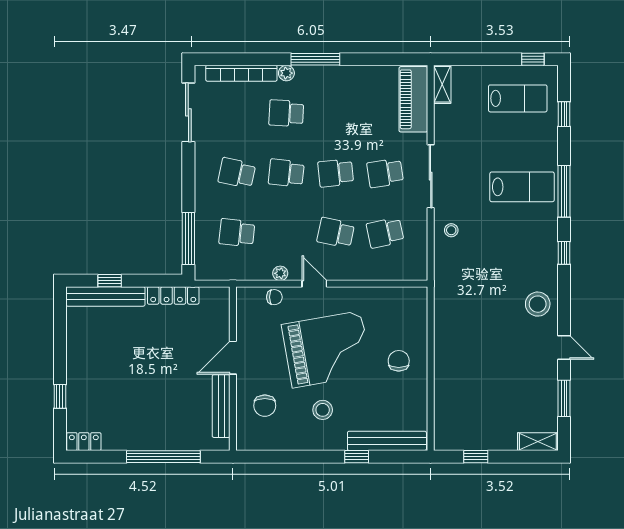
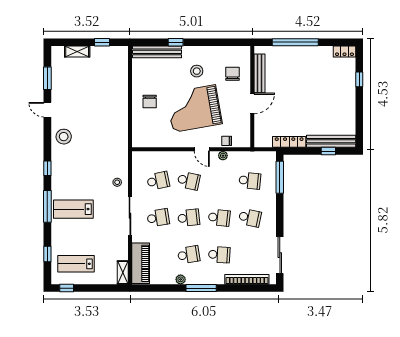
plant: (286, 73) -> (181, 279), moved
school desk: (336, 113) -> (189, 255), added
shelving: (538, 442) -> (77, 51), moved

